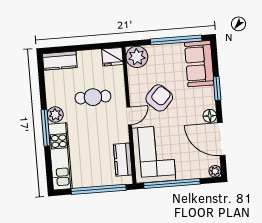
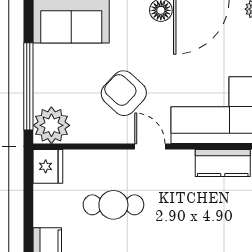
window: (176, 40) -> (28, 86), moved
cafe table: (93, 97) -> (113, 205), turned 90

